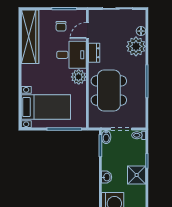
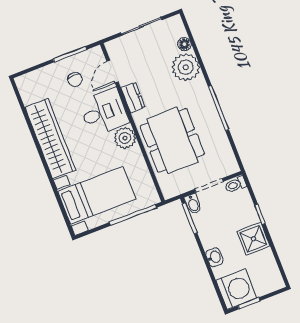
wardrobe: (30, 37) -> (50, 139), moved

